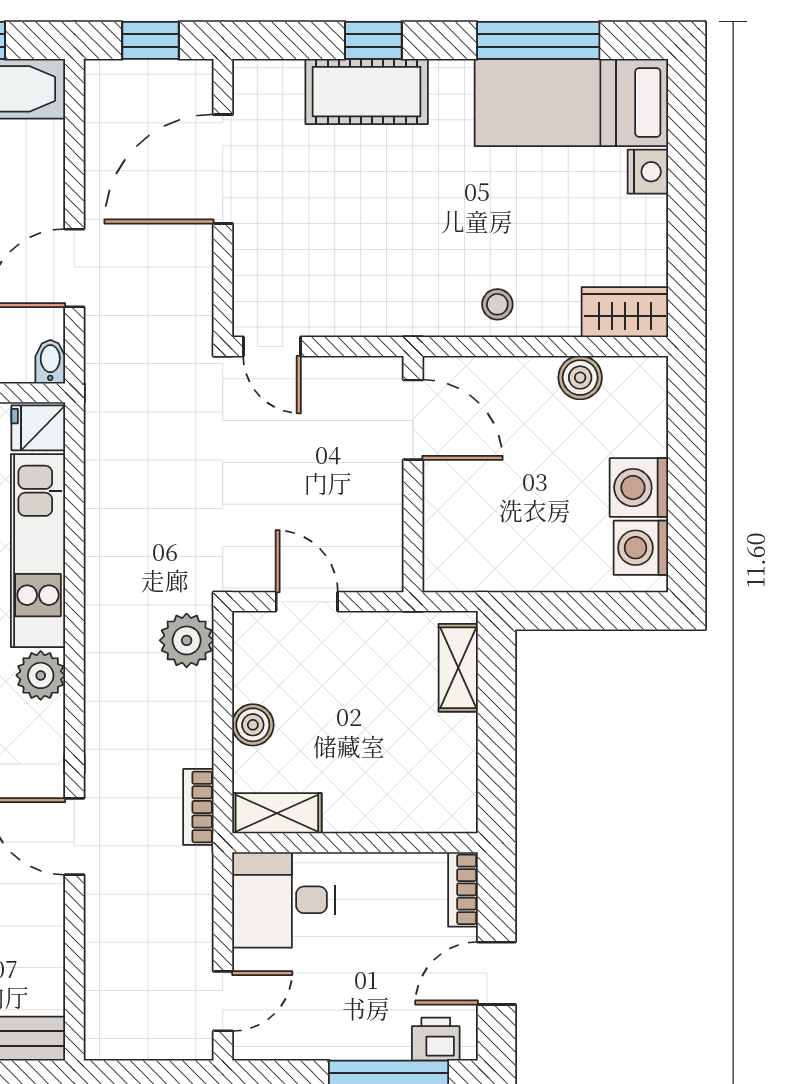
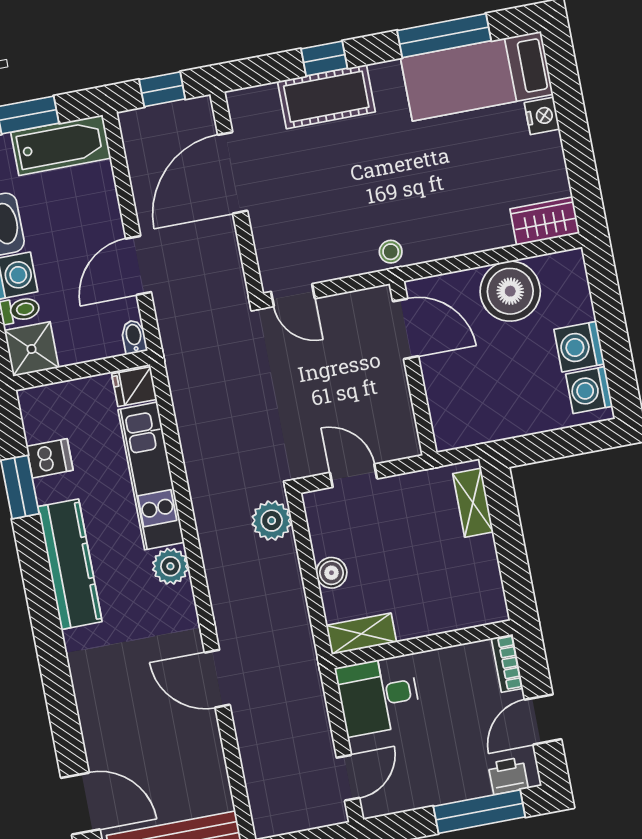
stool: (497, 304) -> (391, 252), moved
boiler: (580, 378) -> (510, 291), width x1.86, depth x1.86
bookcase: (198, 807) -> (303, 640), removed

